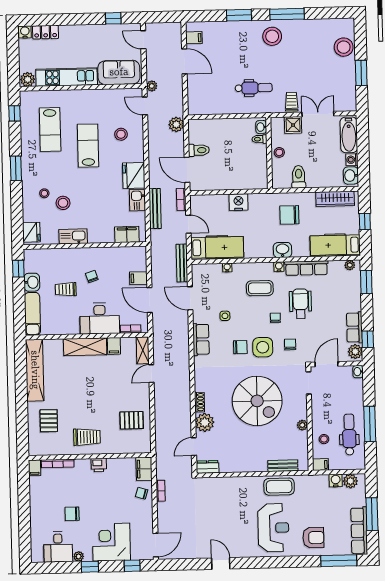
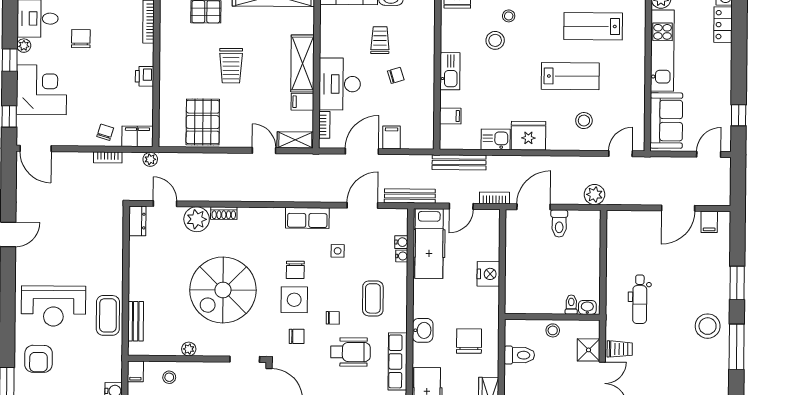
plant: (152, 86) -> (150, 159), moved
bench: (155, 209) -> (459, 162), moved
filing cabinet: (127, 234) -> (450, 116), width x0.50
kitchen sink: (73, 236) -> (450, 71), moved
water cooler: (279, 267) -> (401, 242), moved
pallet: (132, 420) -> (203, 122), width x1.50, depth x1.42
trolley: (87, 437) -> (231, 66), moved

